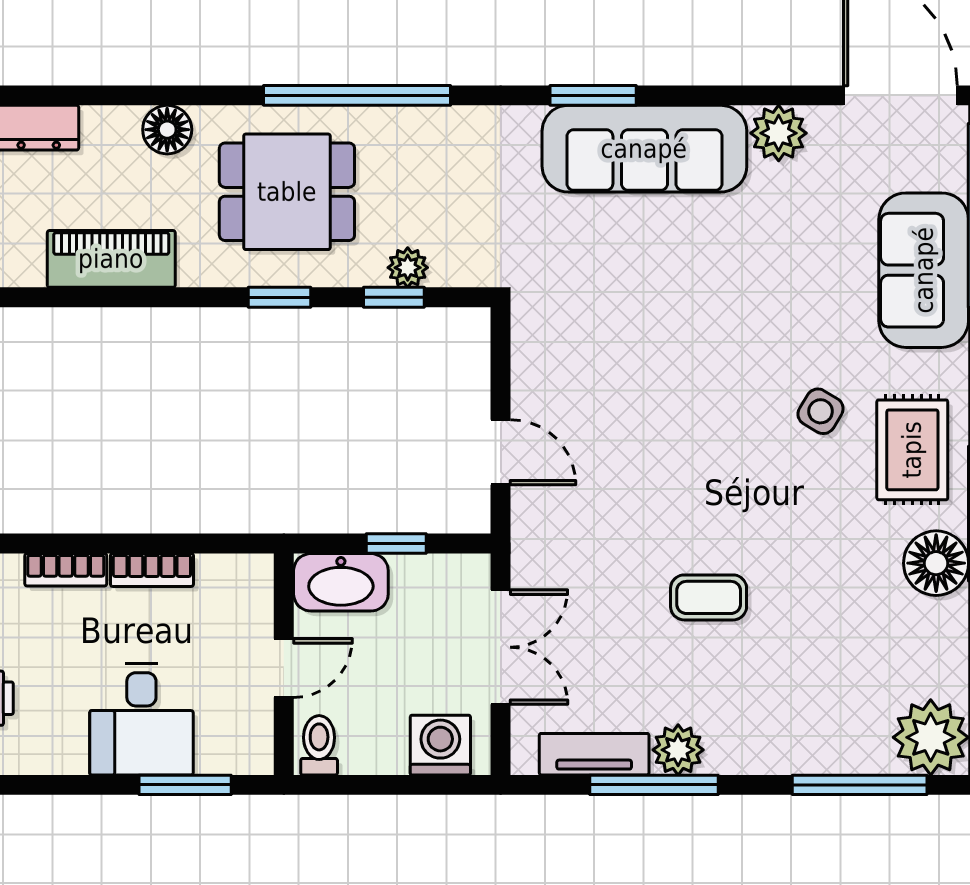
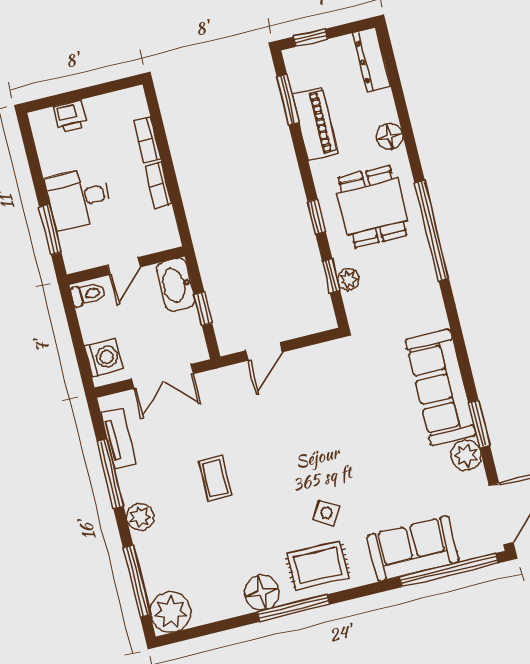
window: (593, 95) -> (479, 424), moved
window: (56, 297) -> (288, 100), added
door: (284, 668) -> (124, 266), hinge flipped
plant: (678, 750) -> (140, 517), moved

